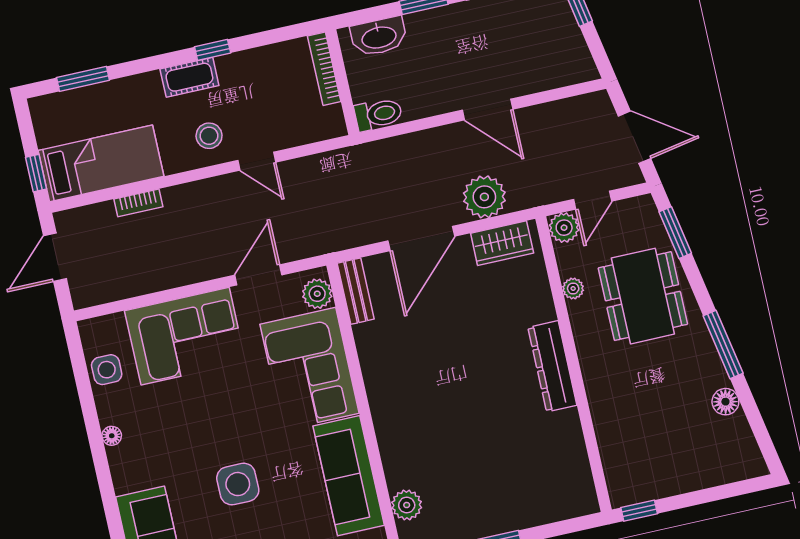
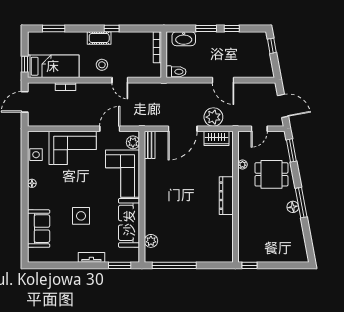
plant: (564, 228) -> (244, 138), removed
dining table: (643, 296) -> (271, 174), width x0.73
floor lamp: (725, 402) -> (293, 207), moved

